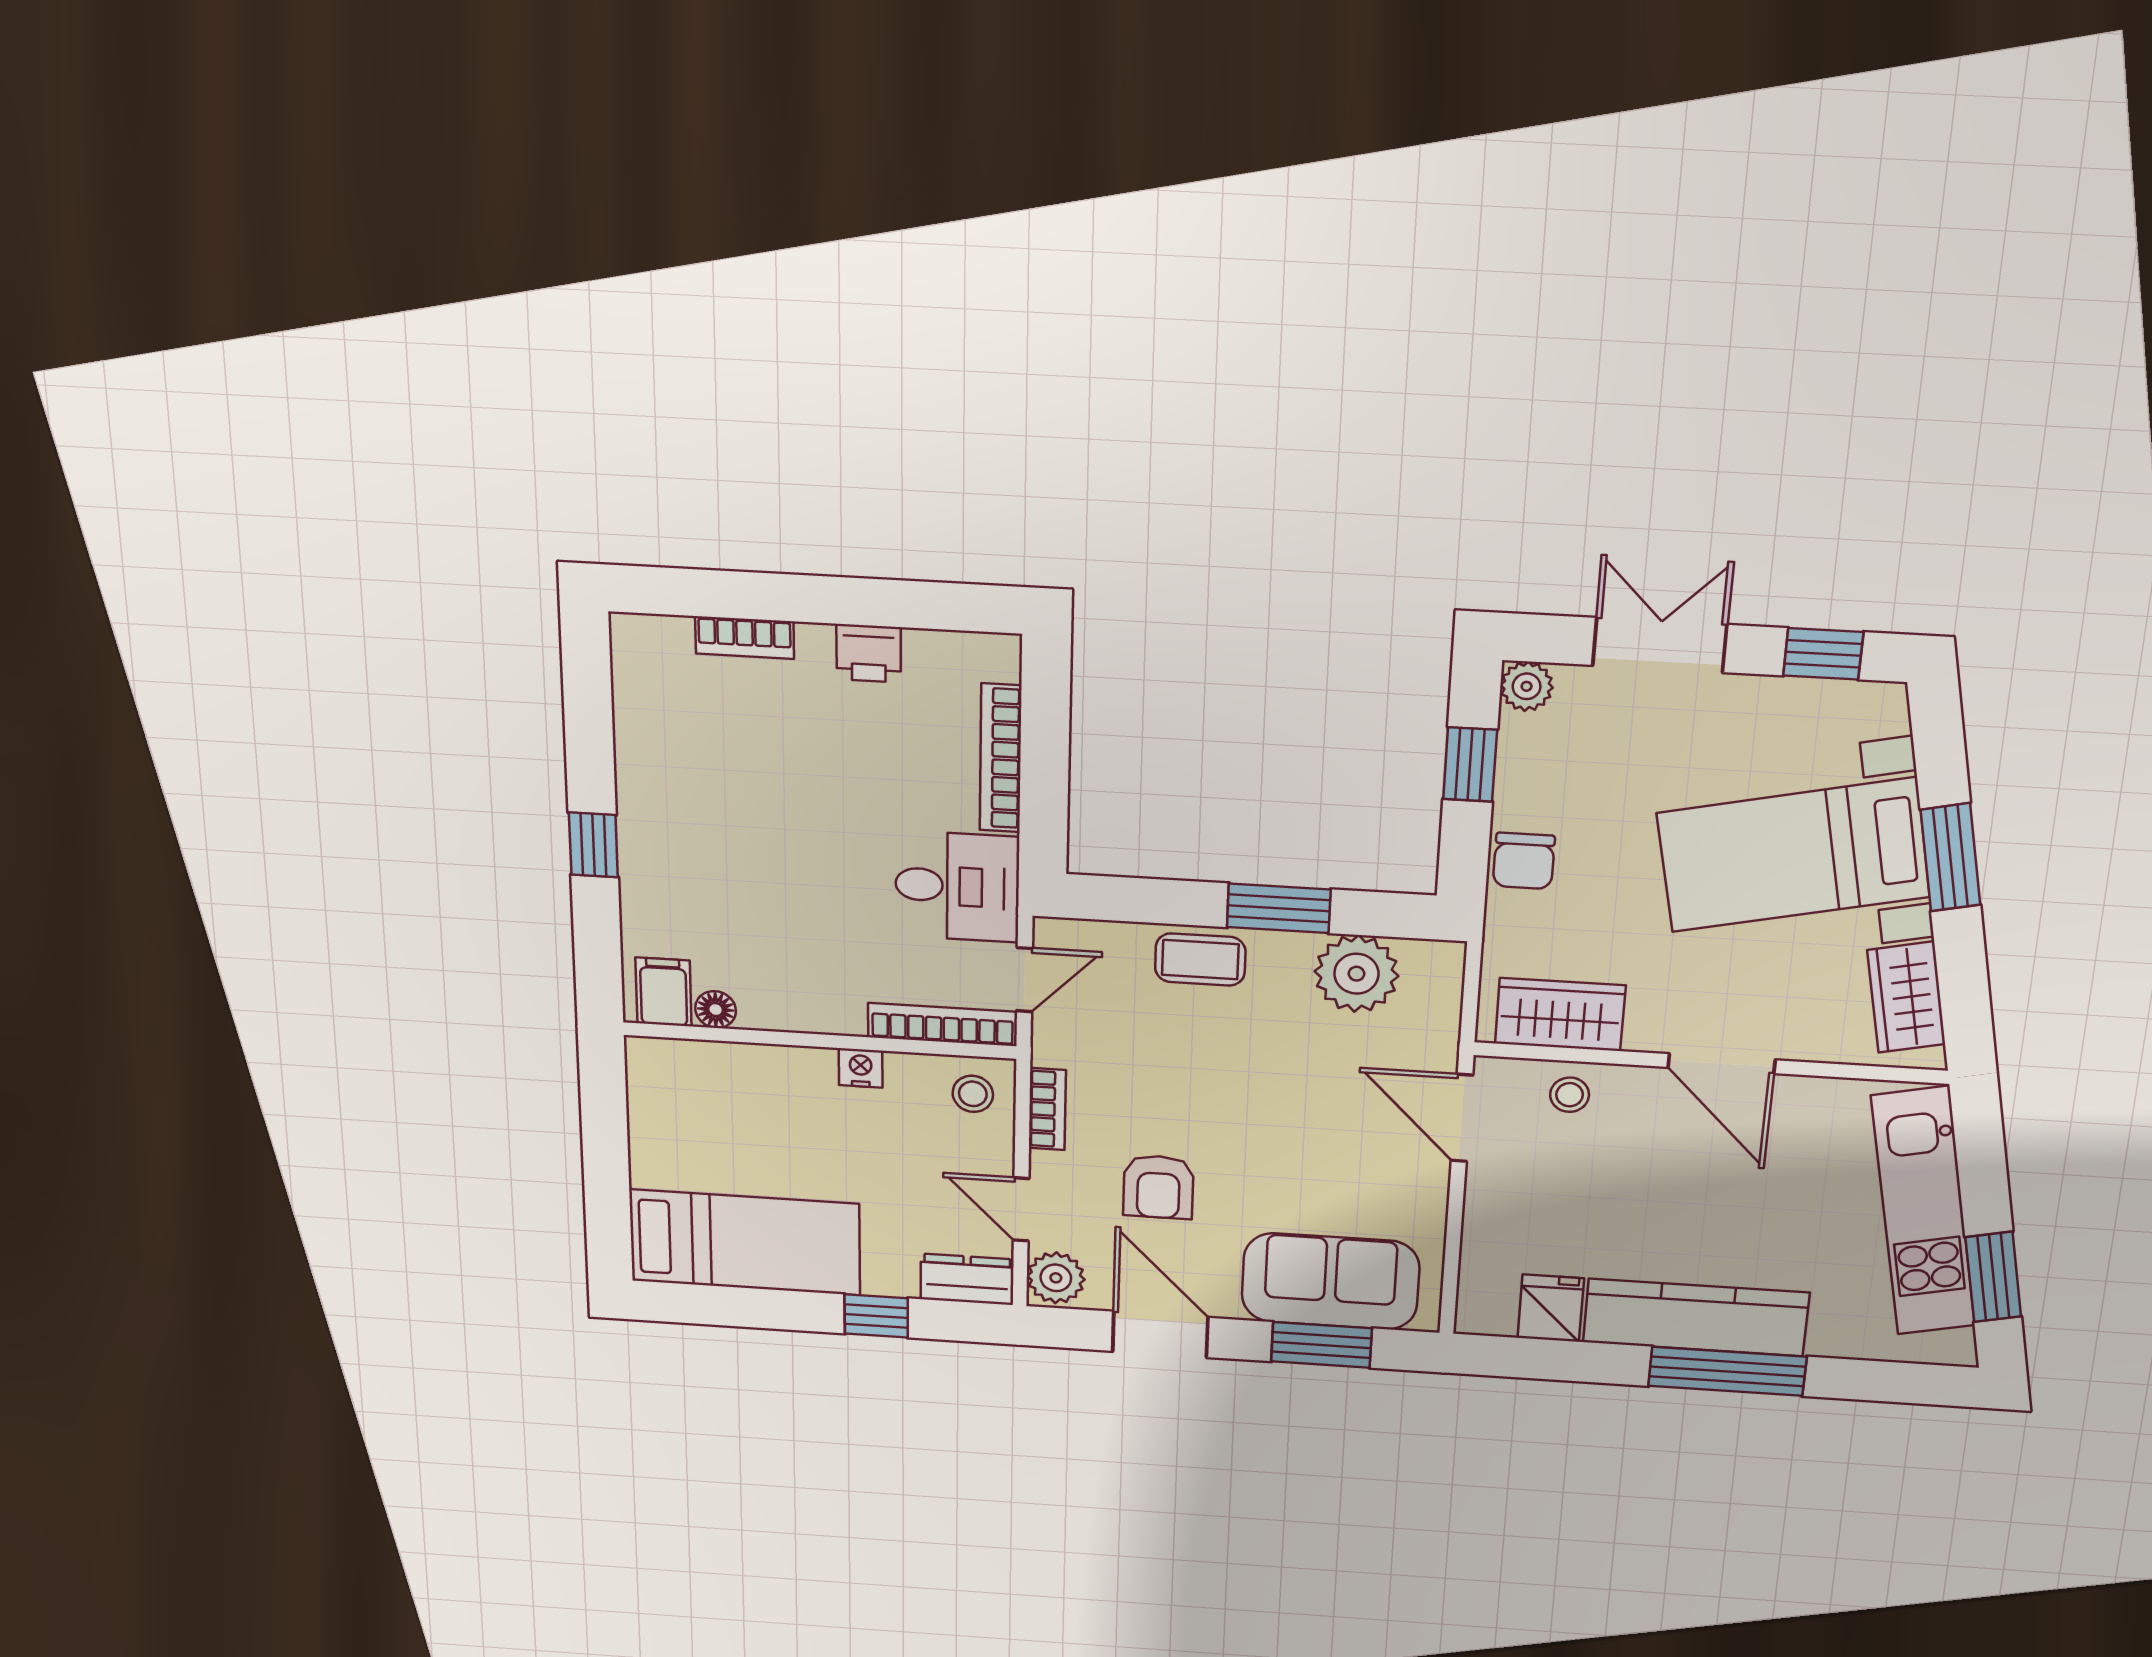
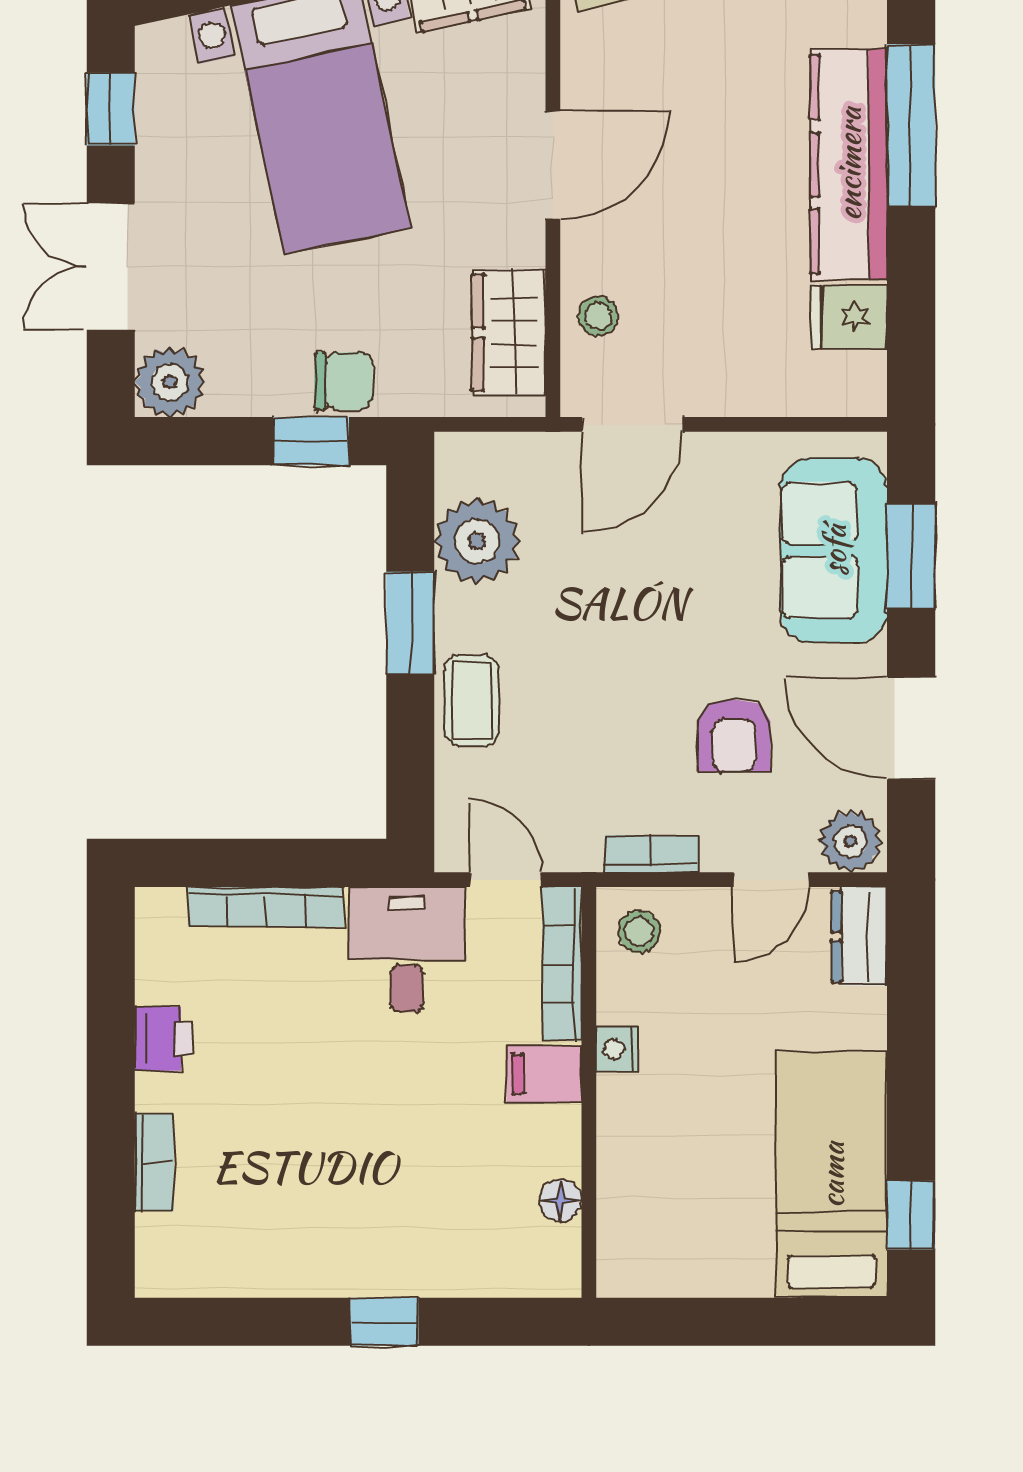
plant: (1527, 686) -> (170, 382), width x1.38, depth x1.38
window: (1470, 764) -> (311, 441), moved
filing cabinet: (663, 992) -> (544, 1074), moved
armchair: (1158, 1187) -> (734, 735), turned 90
window: (876, 1316) -> (911, 1215), moved
door: (1160, 1334) -> (911, 728), hinge flipped

